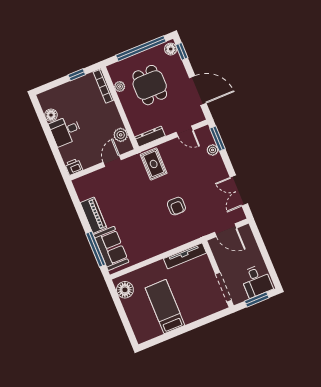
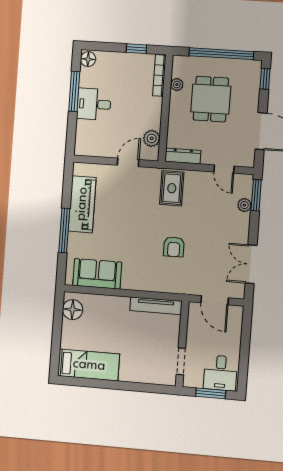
floor lamp: (171, 49) -> (254, 70), removed
floor lamp: (51, 115) -> (88, 59), moved
window: (46, 128) -> (74, 91), added
printer: (74, 167) -> (83, 148), removed
piano: (93, 215) -> (82, 204), width x1.37, depth x1.33
sofa: (111, 248) -> (97, 274), moved, turned -90
window: (96, 249) -> (64, 230), moved
doorway: (223, 287) -> (181, 361), width x0.73
bed: (165, 307) -> (89, 365), moved, turned 90

